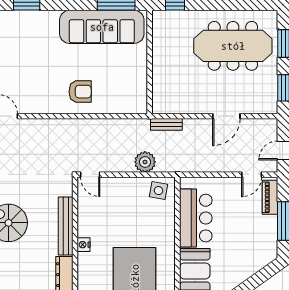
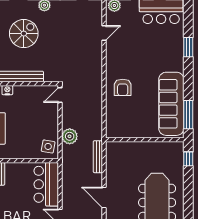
bench: (166, 124) -> (98, 157), width x1.36
bar counter: (196, 218) -> (46, 184), moved, turned 90

